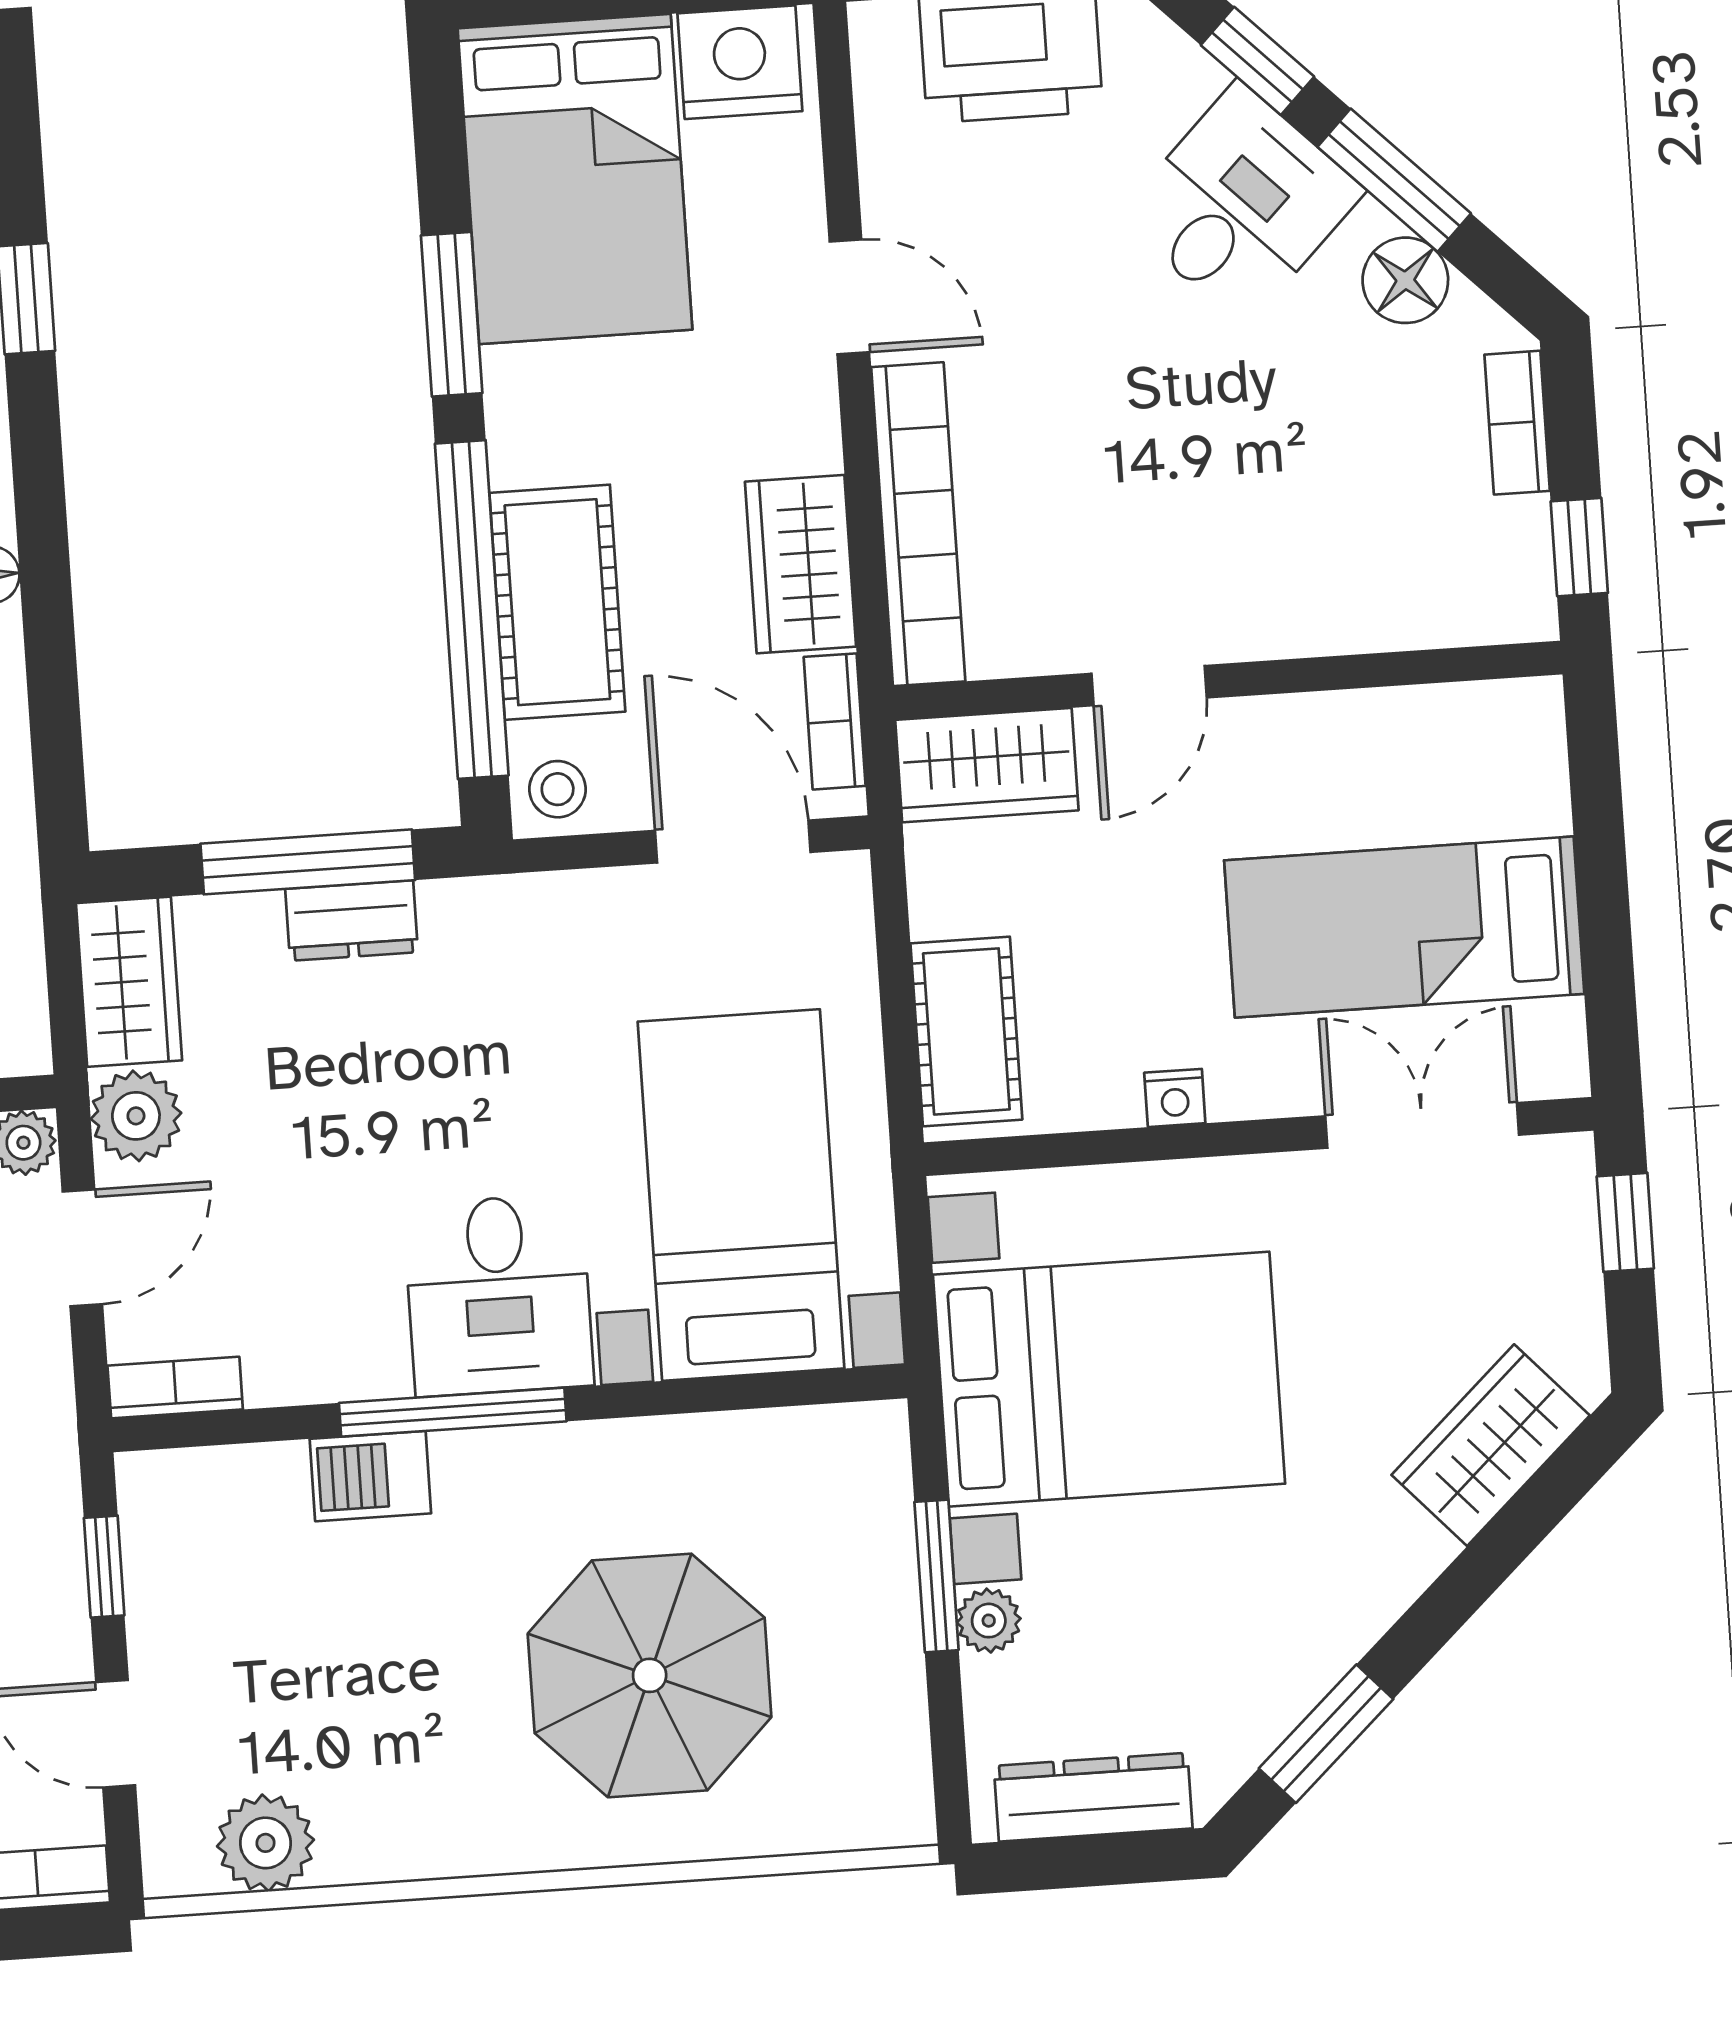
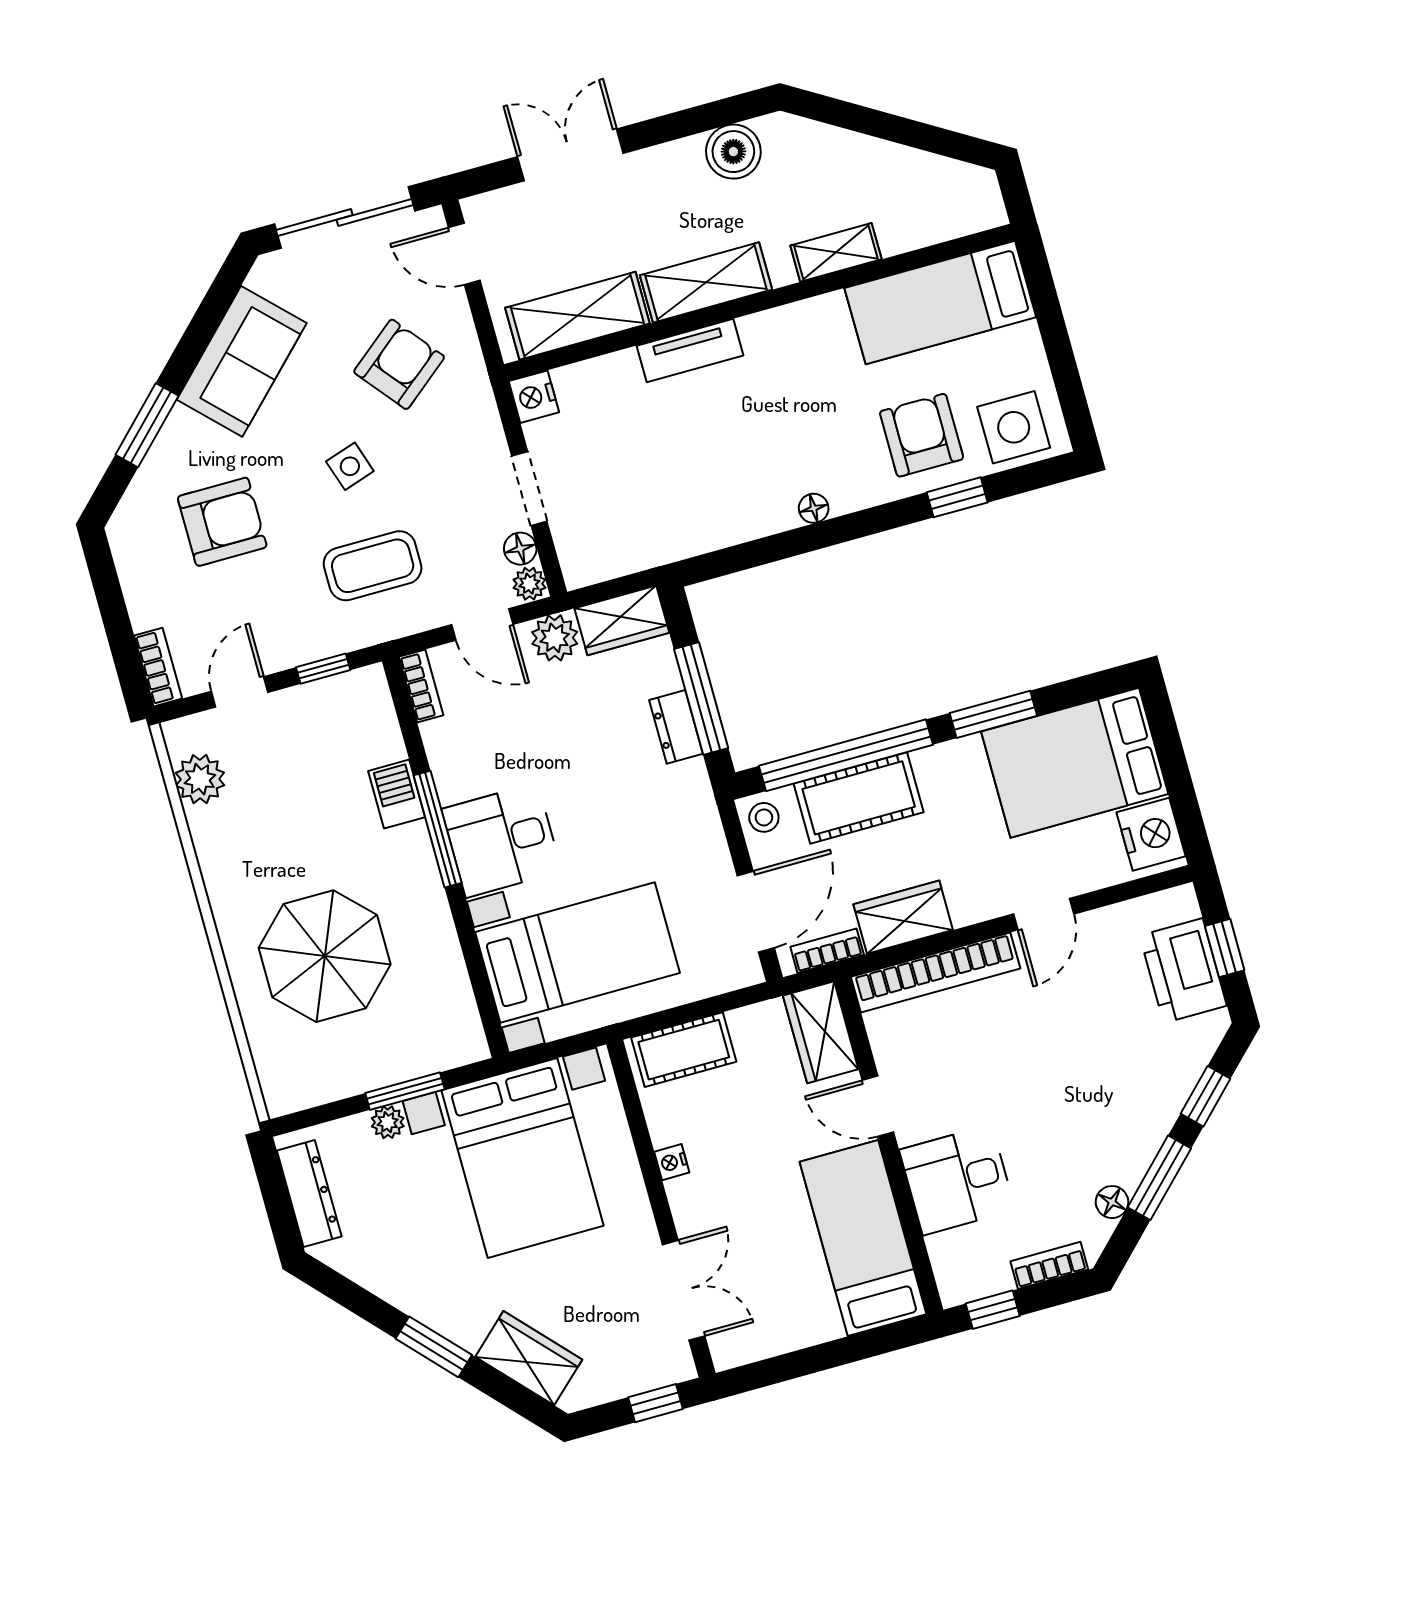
desk: (1241, 204) -> (957, 1180), moved, turned 135
floor lamp: (1405, 280) -> (1112, 1202), width x0.73, depth x0.73
bed: (1404, 927) -> (863, 1238), moved
window: (1326, 1734) -> (434, 1347), moved

